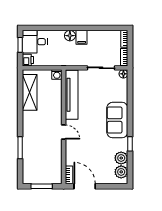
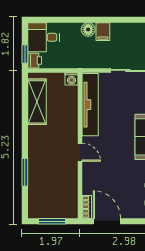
window: (20, 45) -> (25, 54), moved

